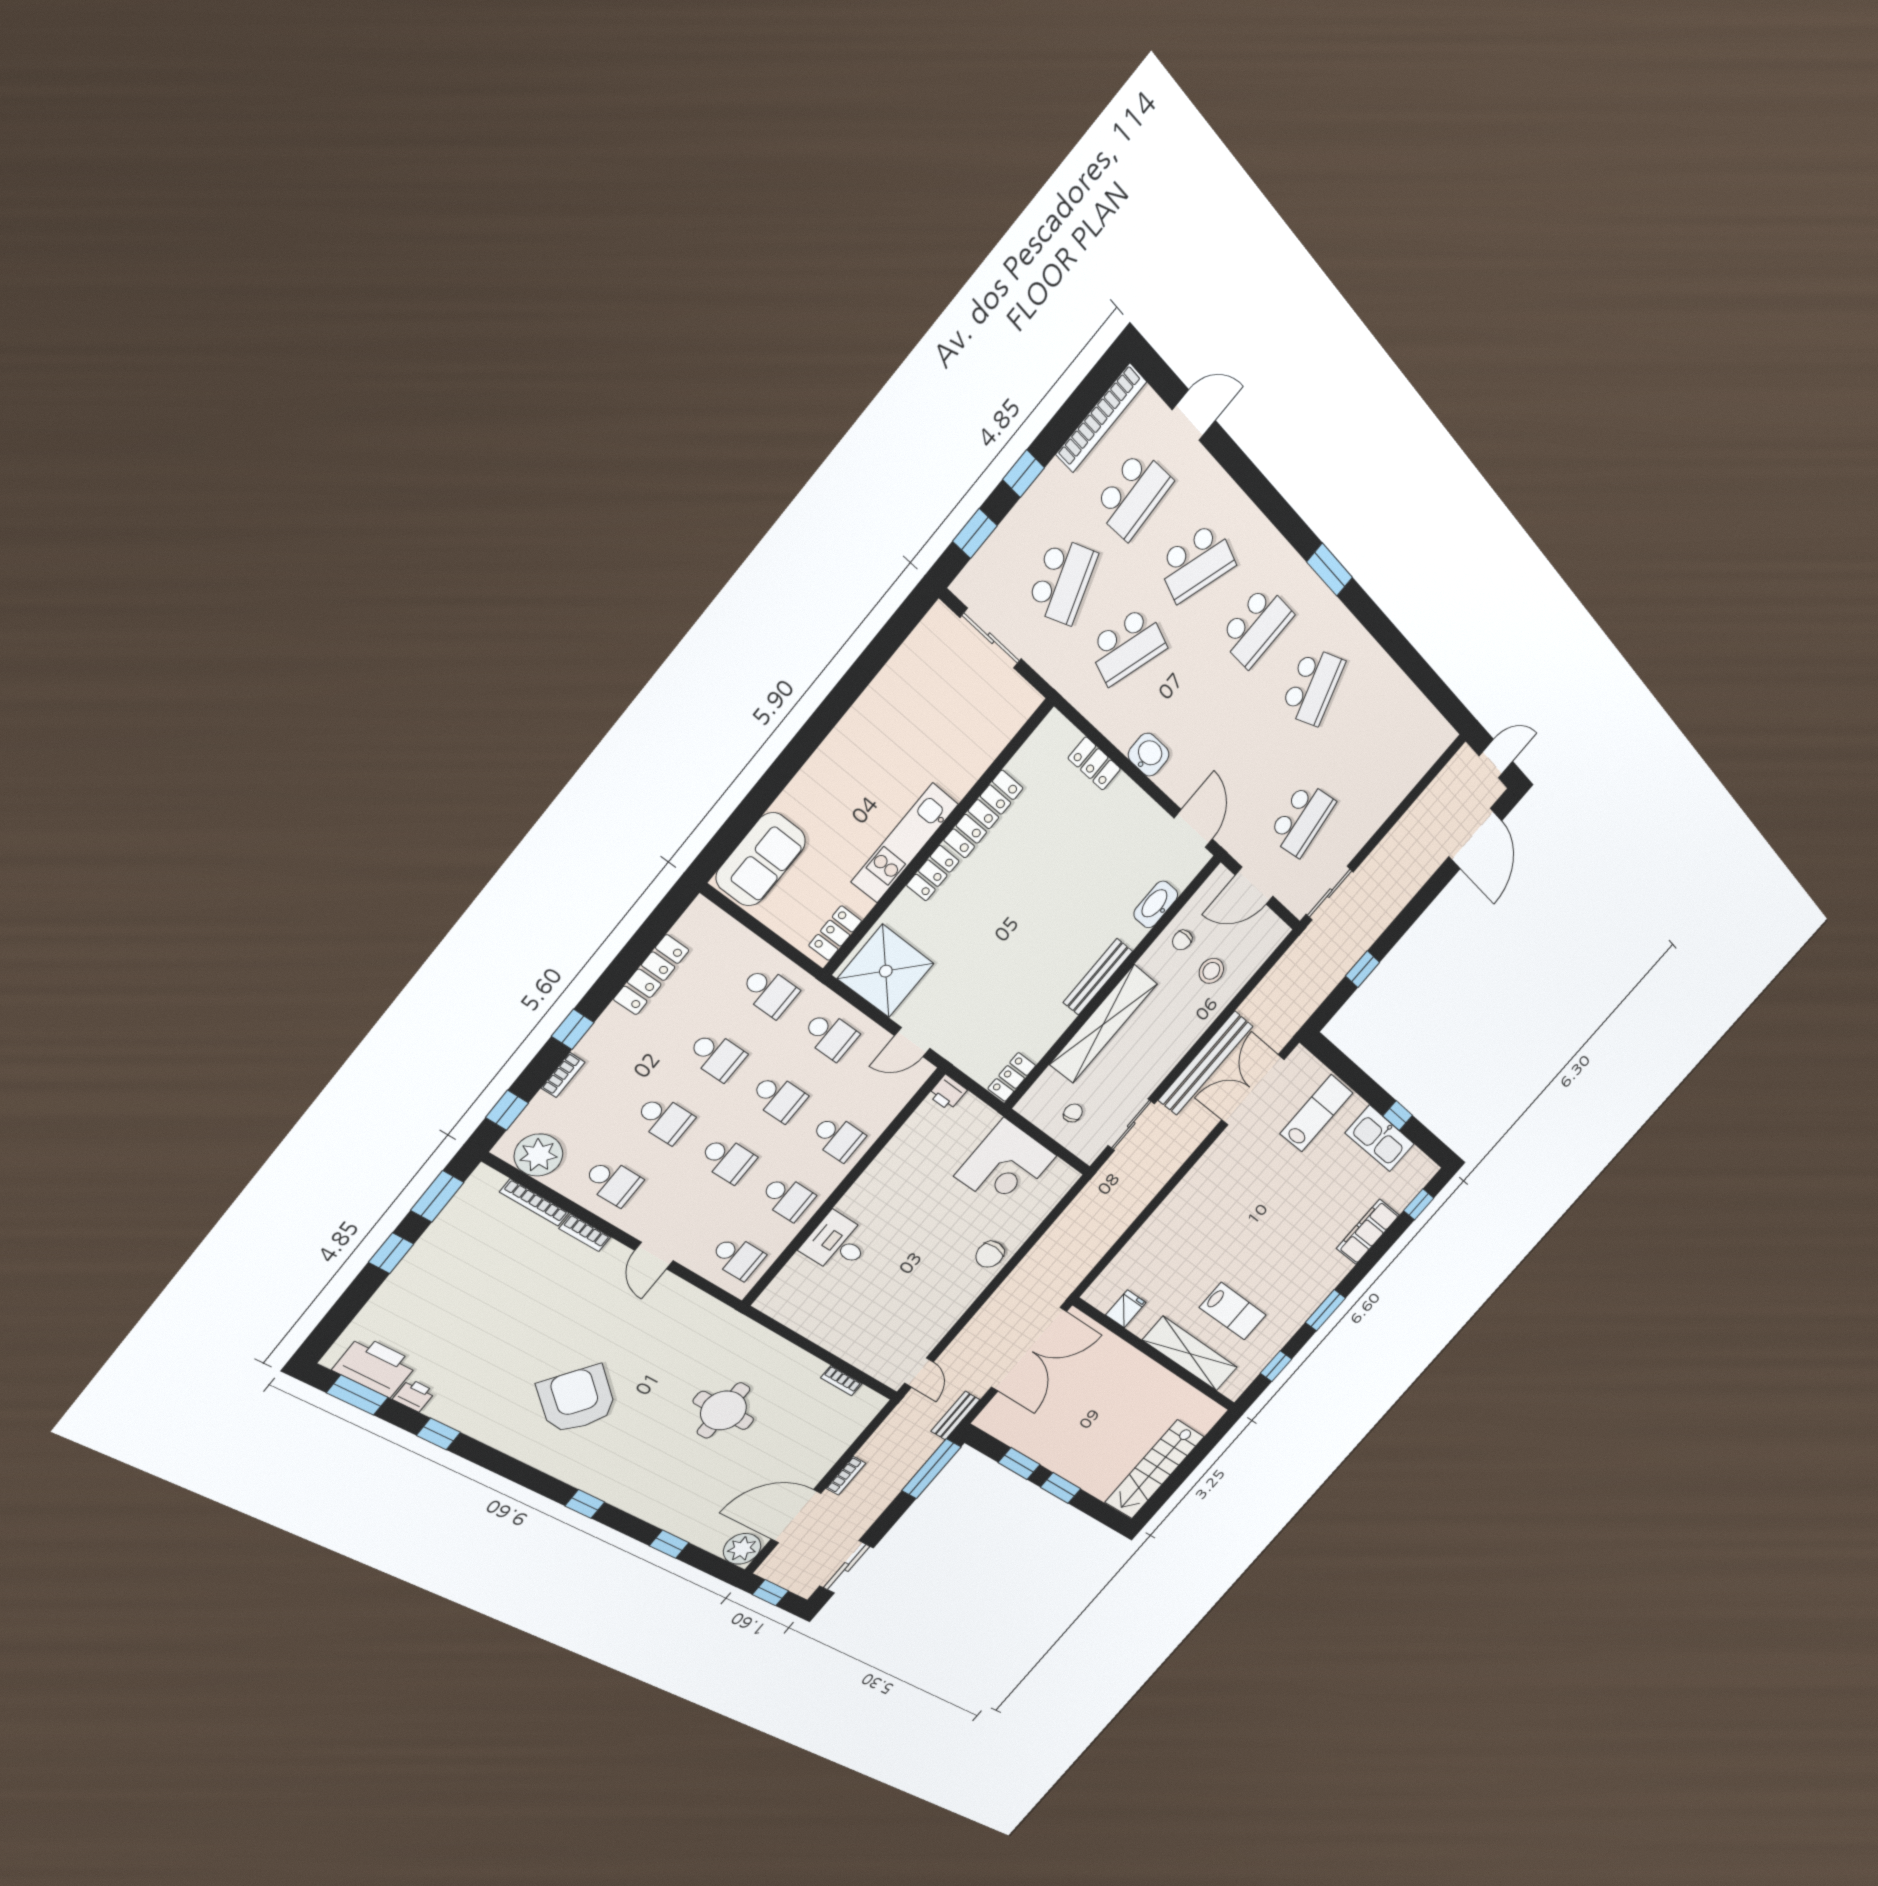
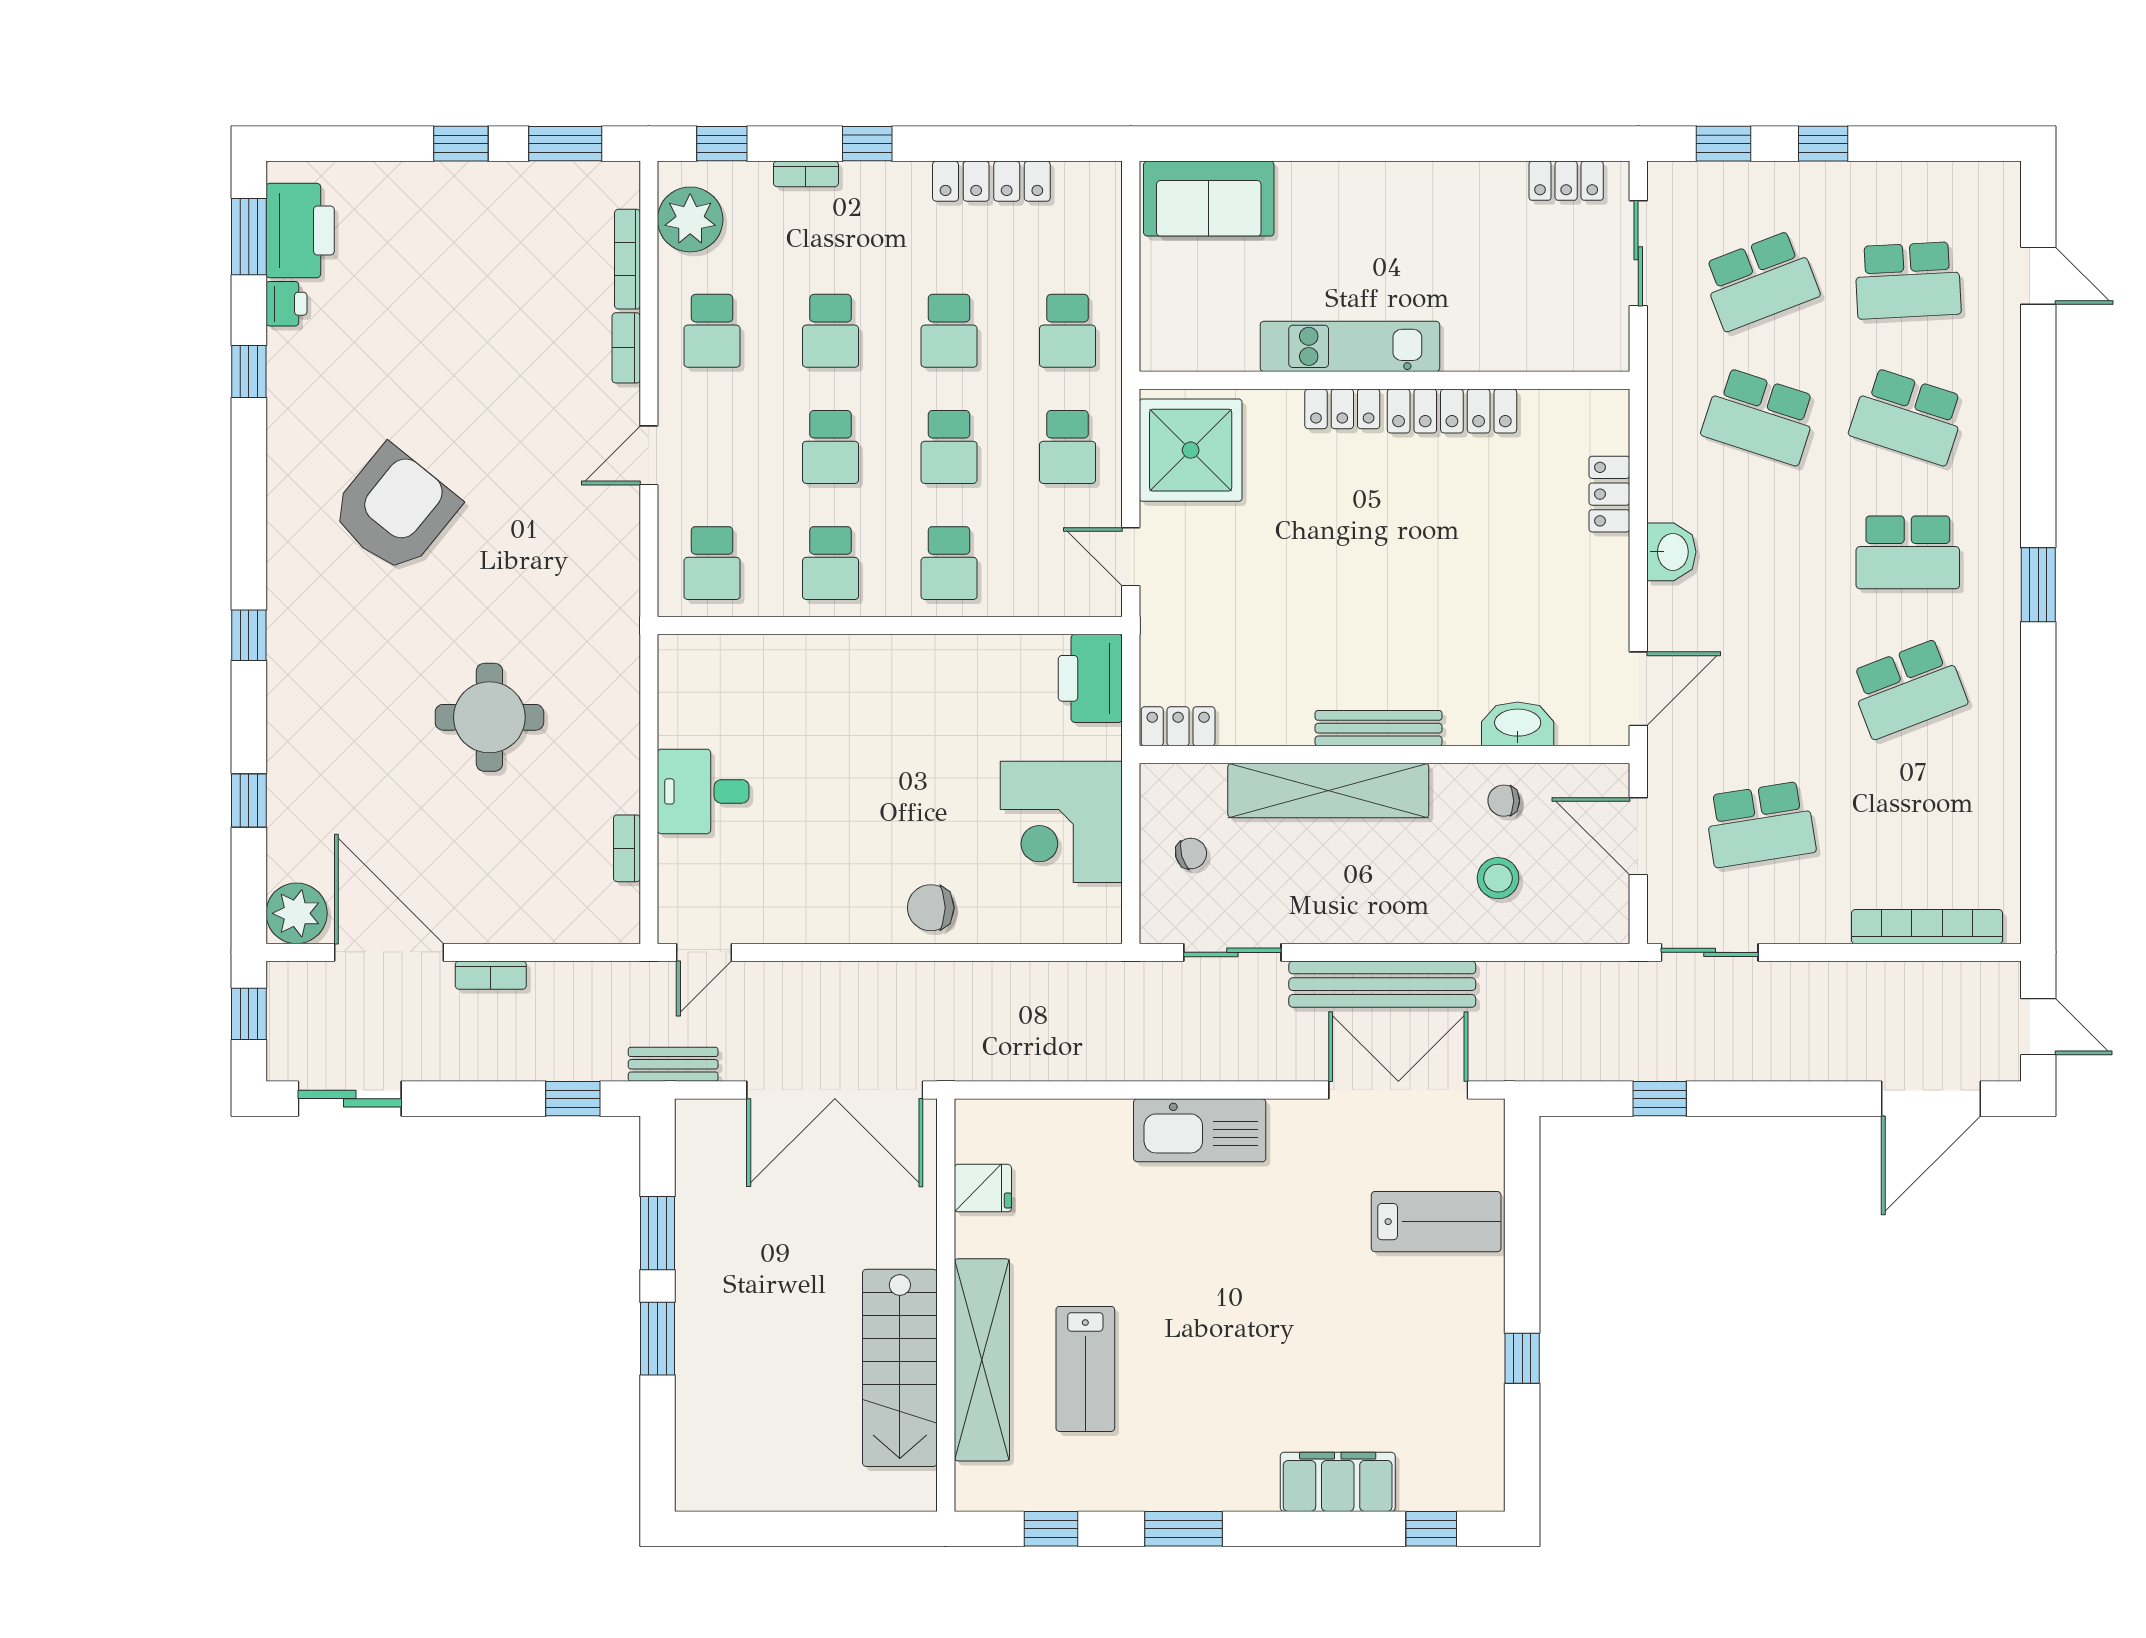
bookcase: (1101, 418) -> (1927, 927), moved, turned 180
locker: (835, 933) -> (1566, 181), moved, turned 180
printer: (947, 1093) -> (1090, 678), width x1.87, depth x1.48
kitchen sink: (1380, 1139) -> (1200, 1130), moved, turned -90
desk: (837, 1243) -> (703, 791), moved, turned -90
window: (931, 1469) -> (573, 1099), width x0.46
stairs: (1155, 1469) -> (900, 1368), moved, turned -90

